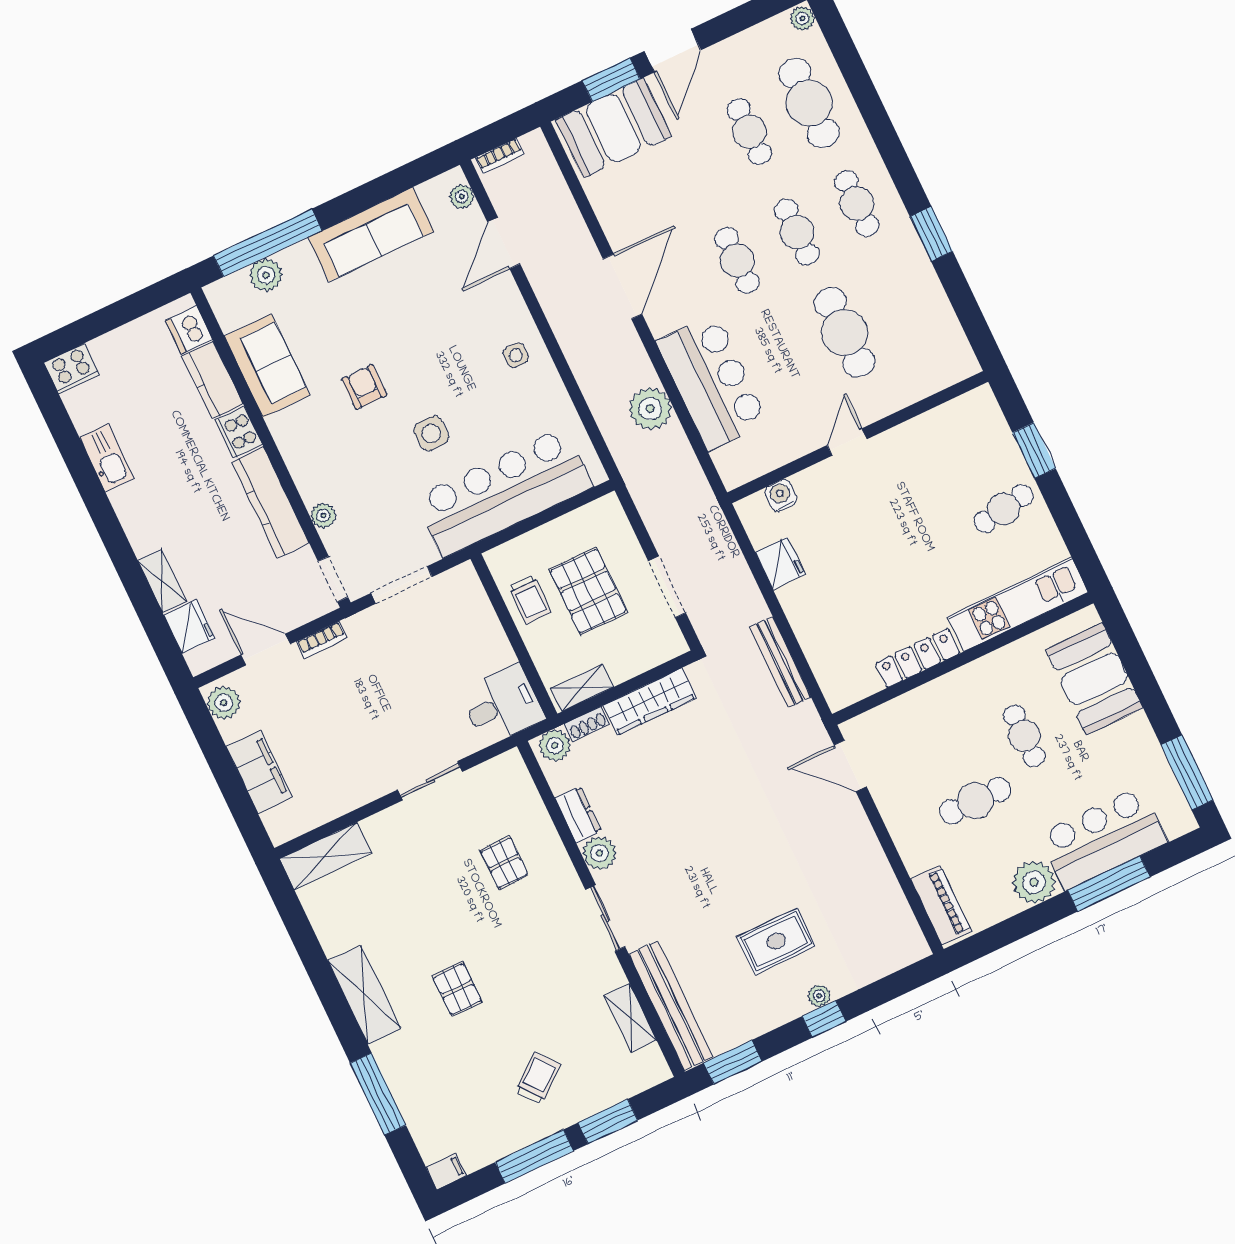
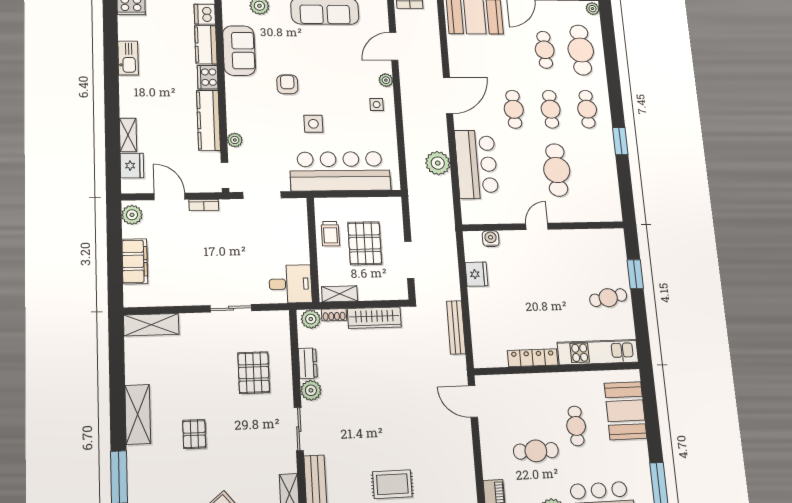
plant: (462, 197) -> (386, 80), moved
pallet: (504, 863) -> (254, 373), width x1.50, depth x1.42

